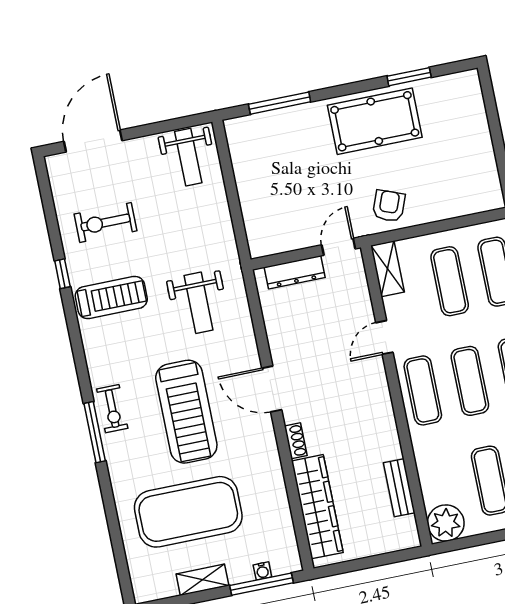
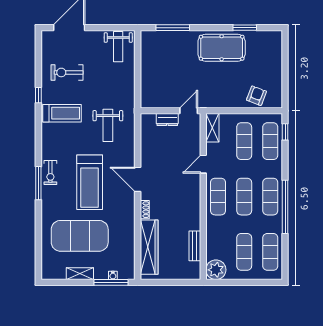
armchair: (389, 206) -> (256, 96), moved
dresser: (295, 272) -> (167, 120), width x0.70

